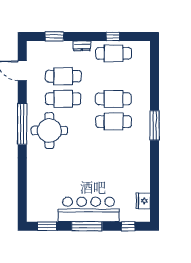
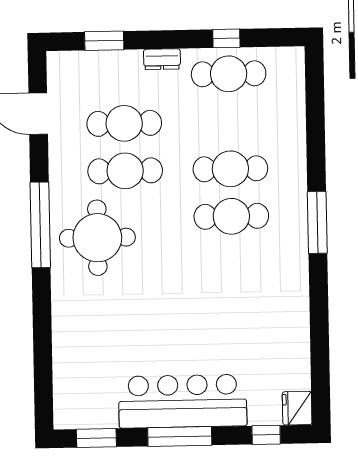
fridge: (143, 201) -> (297, 408), moved

